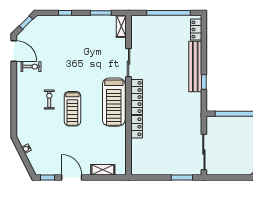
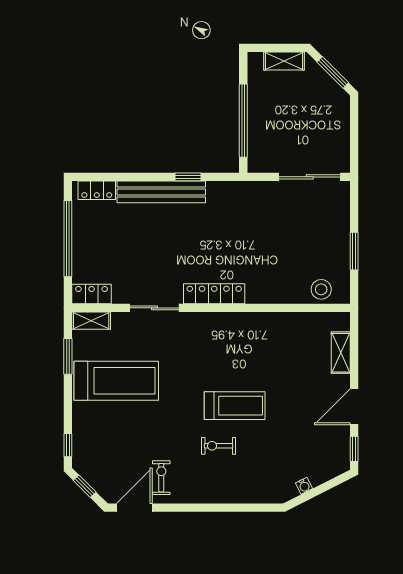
window: (65, 13) -> (68, 445), moved
treadmill: (114, 102) -> (116, 381), moved
locker: (137, 127) -> (92, 294), moved
stool: (139, 159) -> (321, 289), added
window: (182, 177) -> (354, 251), moved

